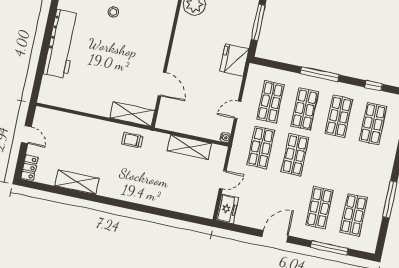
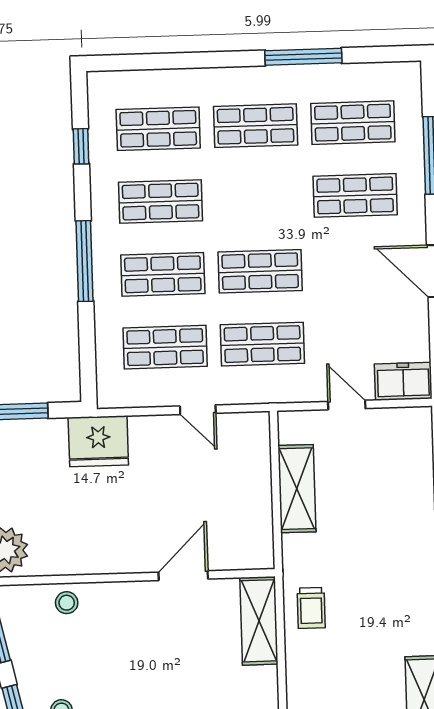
stool: (163, 27) -> (67, 603), added
water cooler: (225, 138) -> (260, 421), removed
shop shelf: (363, 169) -> (256, 126), added

